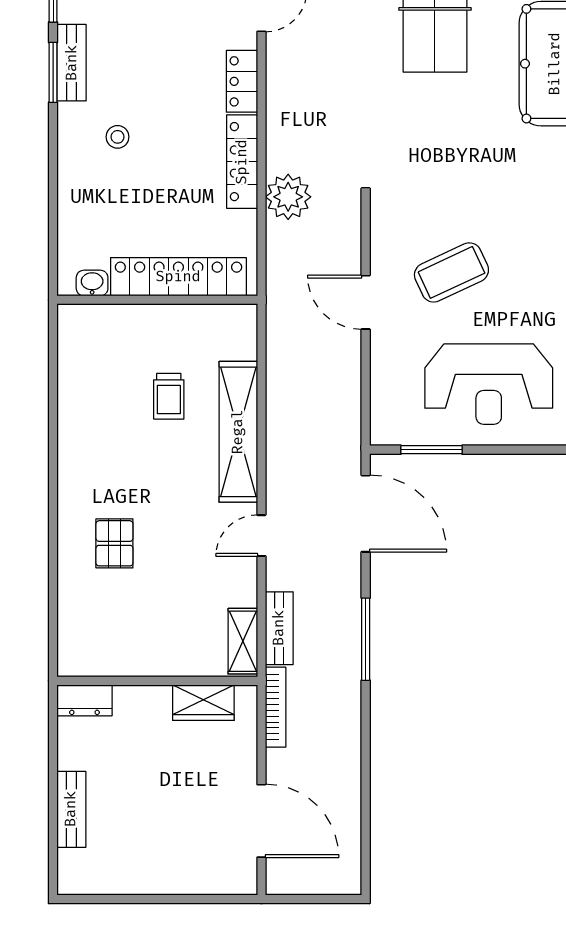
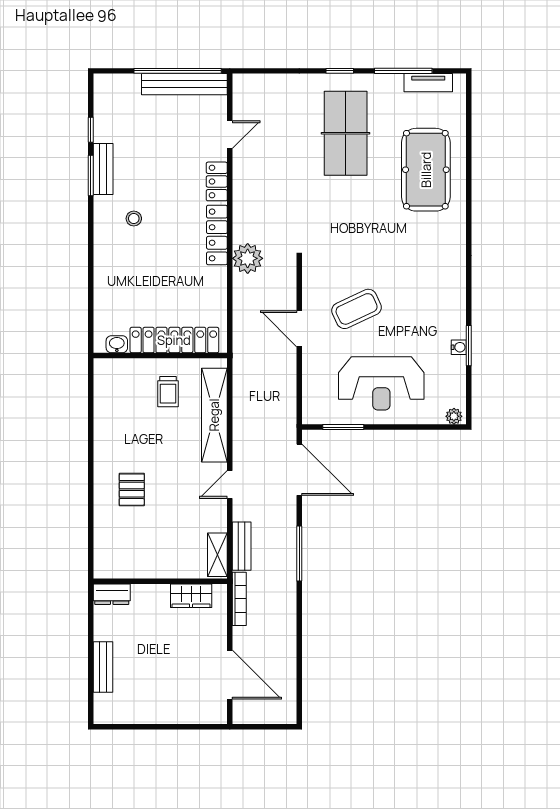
locker: (178, 277) -> (174, 340), moved
washbasin: (92, 283) -> (117, 344), moved
wall: (157, 300) -> (160, 355), moved

